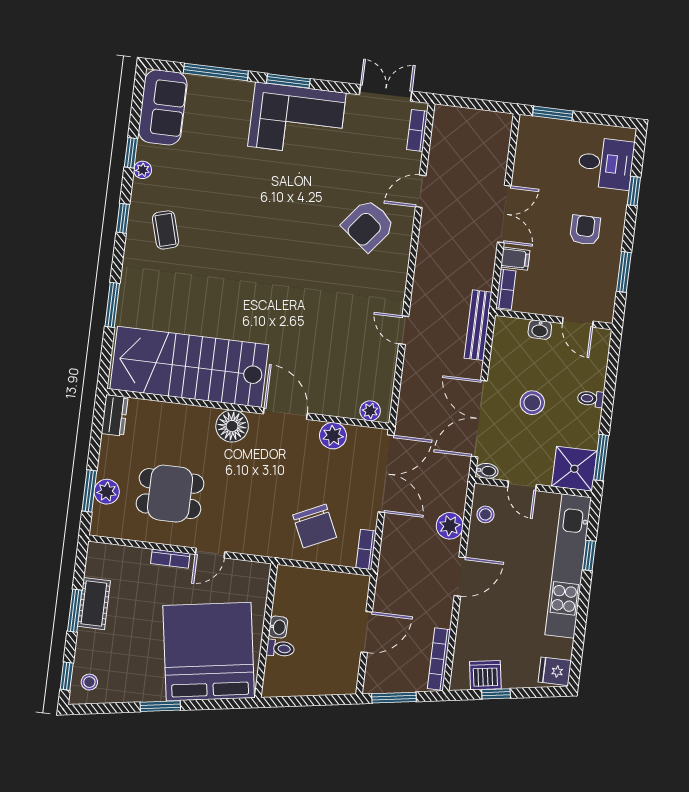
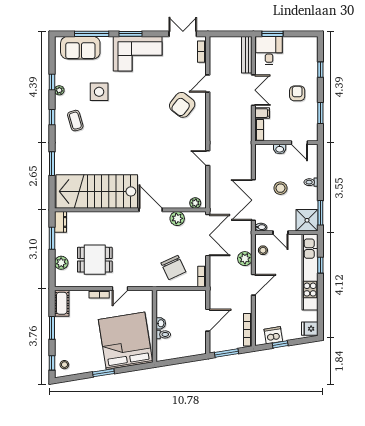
sofa: (163, 107) -> (80, 48), moved, turned 90
desk: (606, 163) -> (269, 50), moved, turned -90
side table: (216, 182) -> (99, 92), added
bench: (478, 325) -> (247, 55), moved
floor lamp: (232, 426) -> (123, 220), removed
window: (89, 491) -> (52, 238), moved
cot: (94, 604) -> (62, 303), moved

